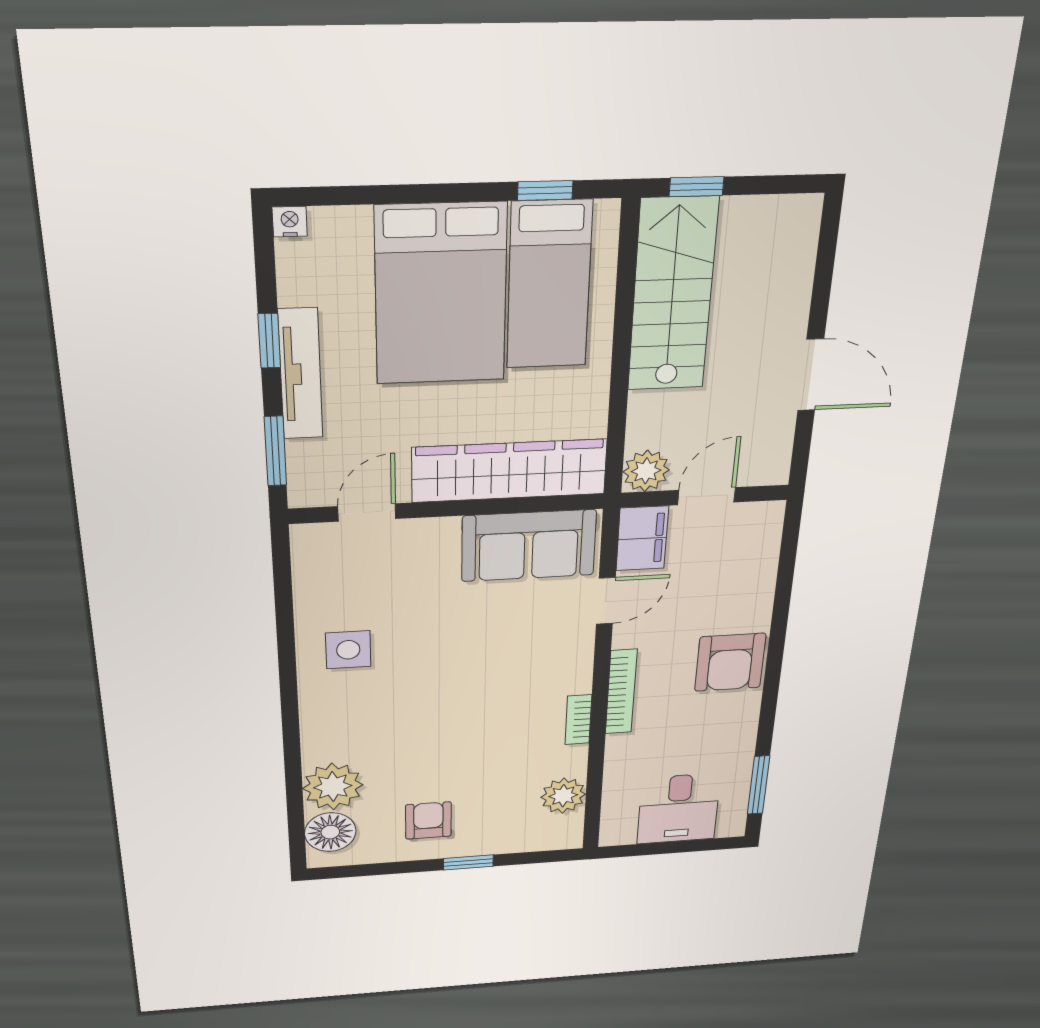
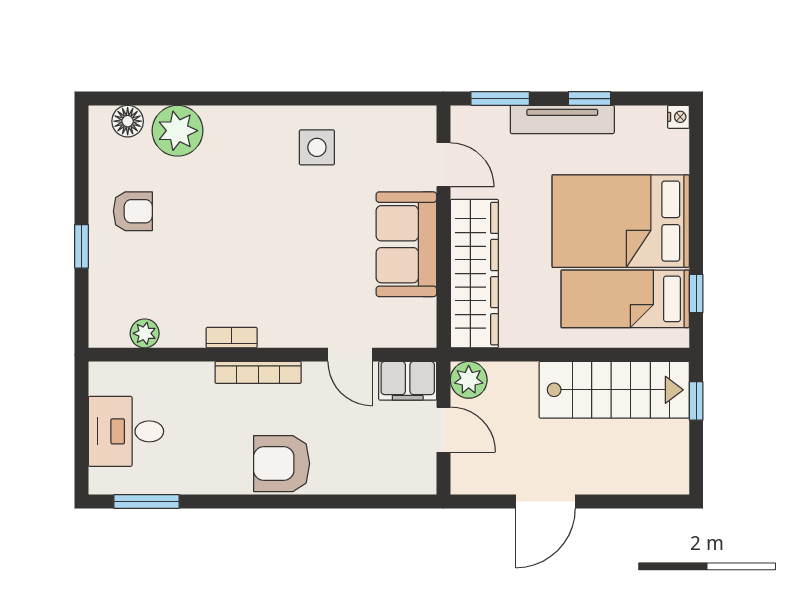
sofa: (529, 546) -> (406, 244), moved
plant: (563, 796) -> (145, 333), width x0.73, depth x0.73
floor lamp: (330, 832) -> (128, 121), width x0.73, depth x0.73

